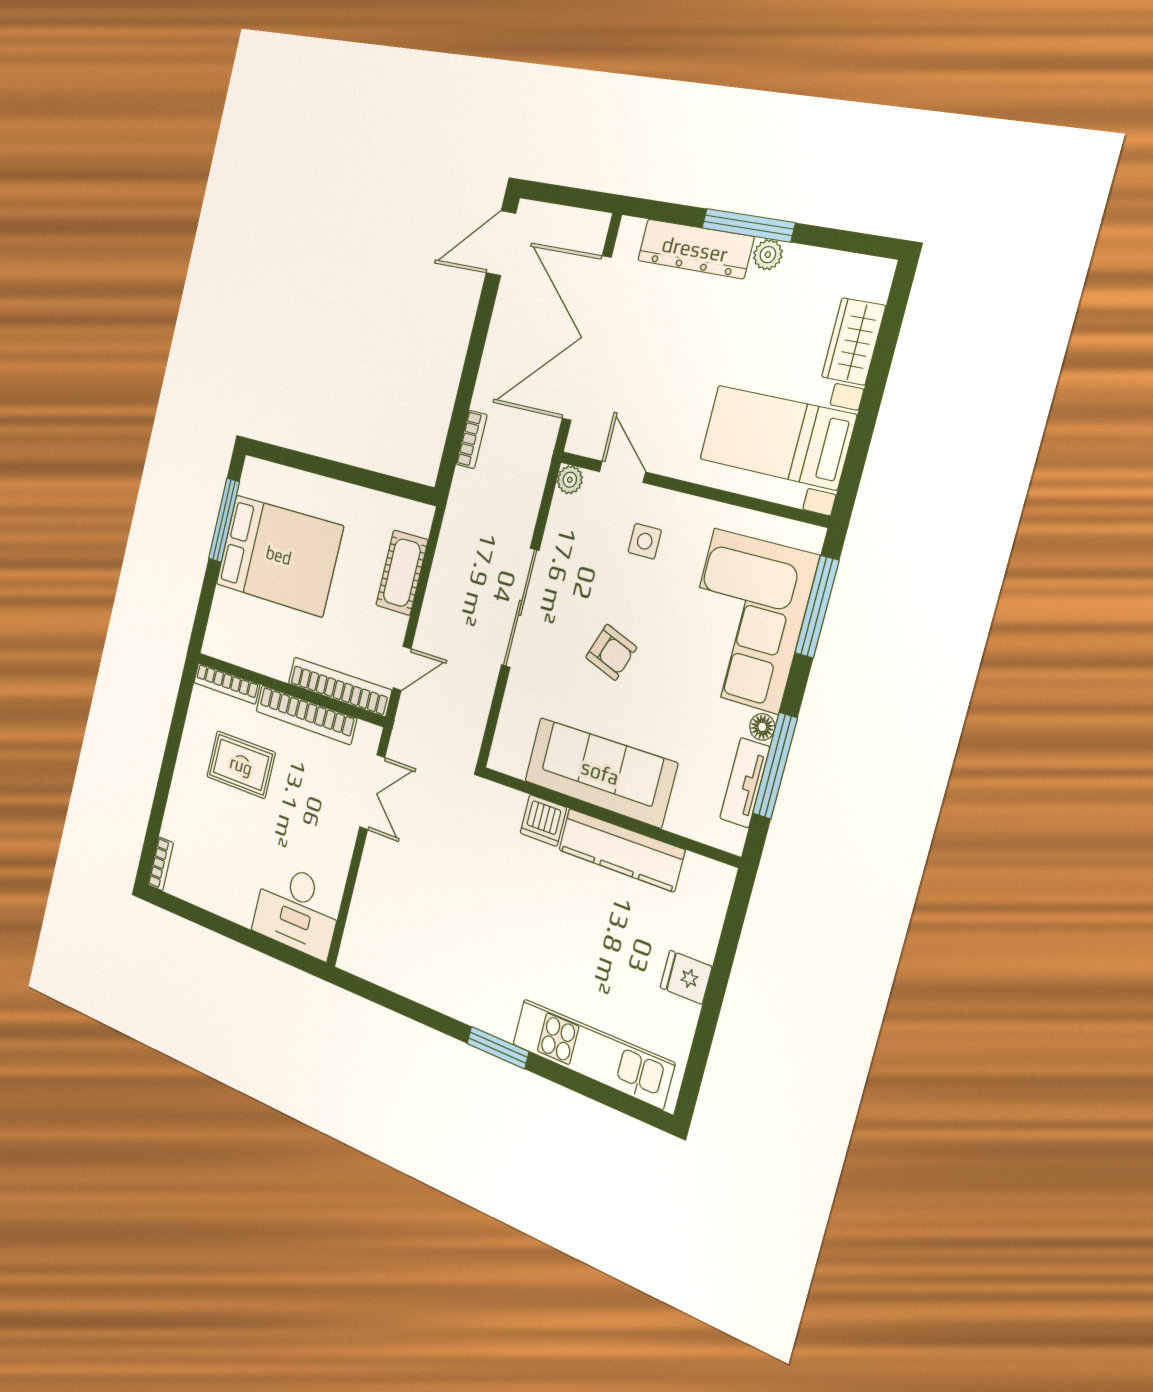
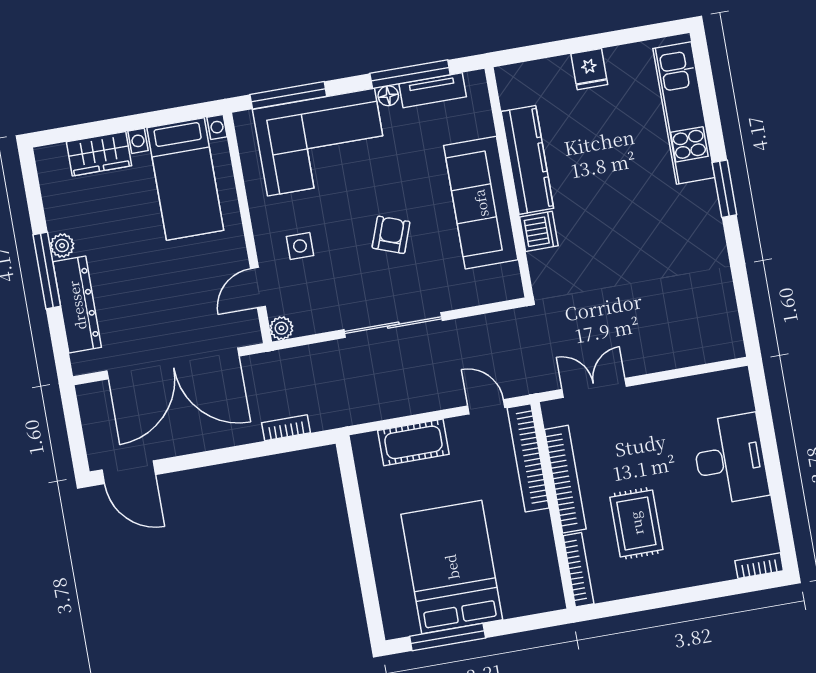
desk: (297, 910) -> (730, 459), moved

